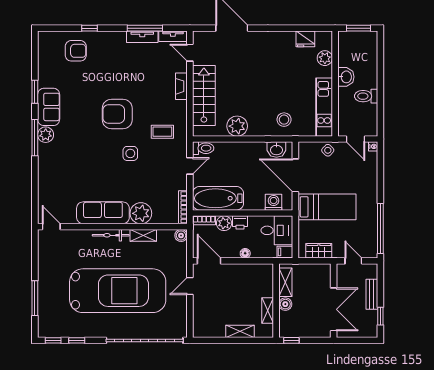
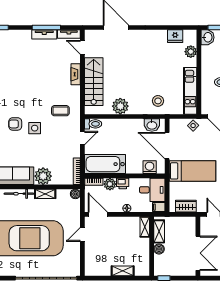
washbasin: (346, 77) -> (208, 37), moved
armchair: (117, 114) -> (15, 124), moved, width x0.53, depth x0.53
shelving: (268, 310) -> (145, 227), moved

